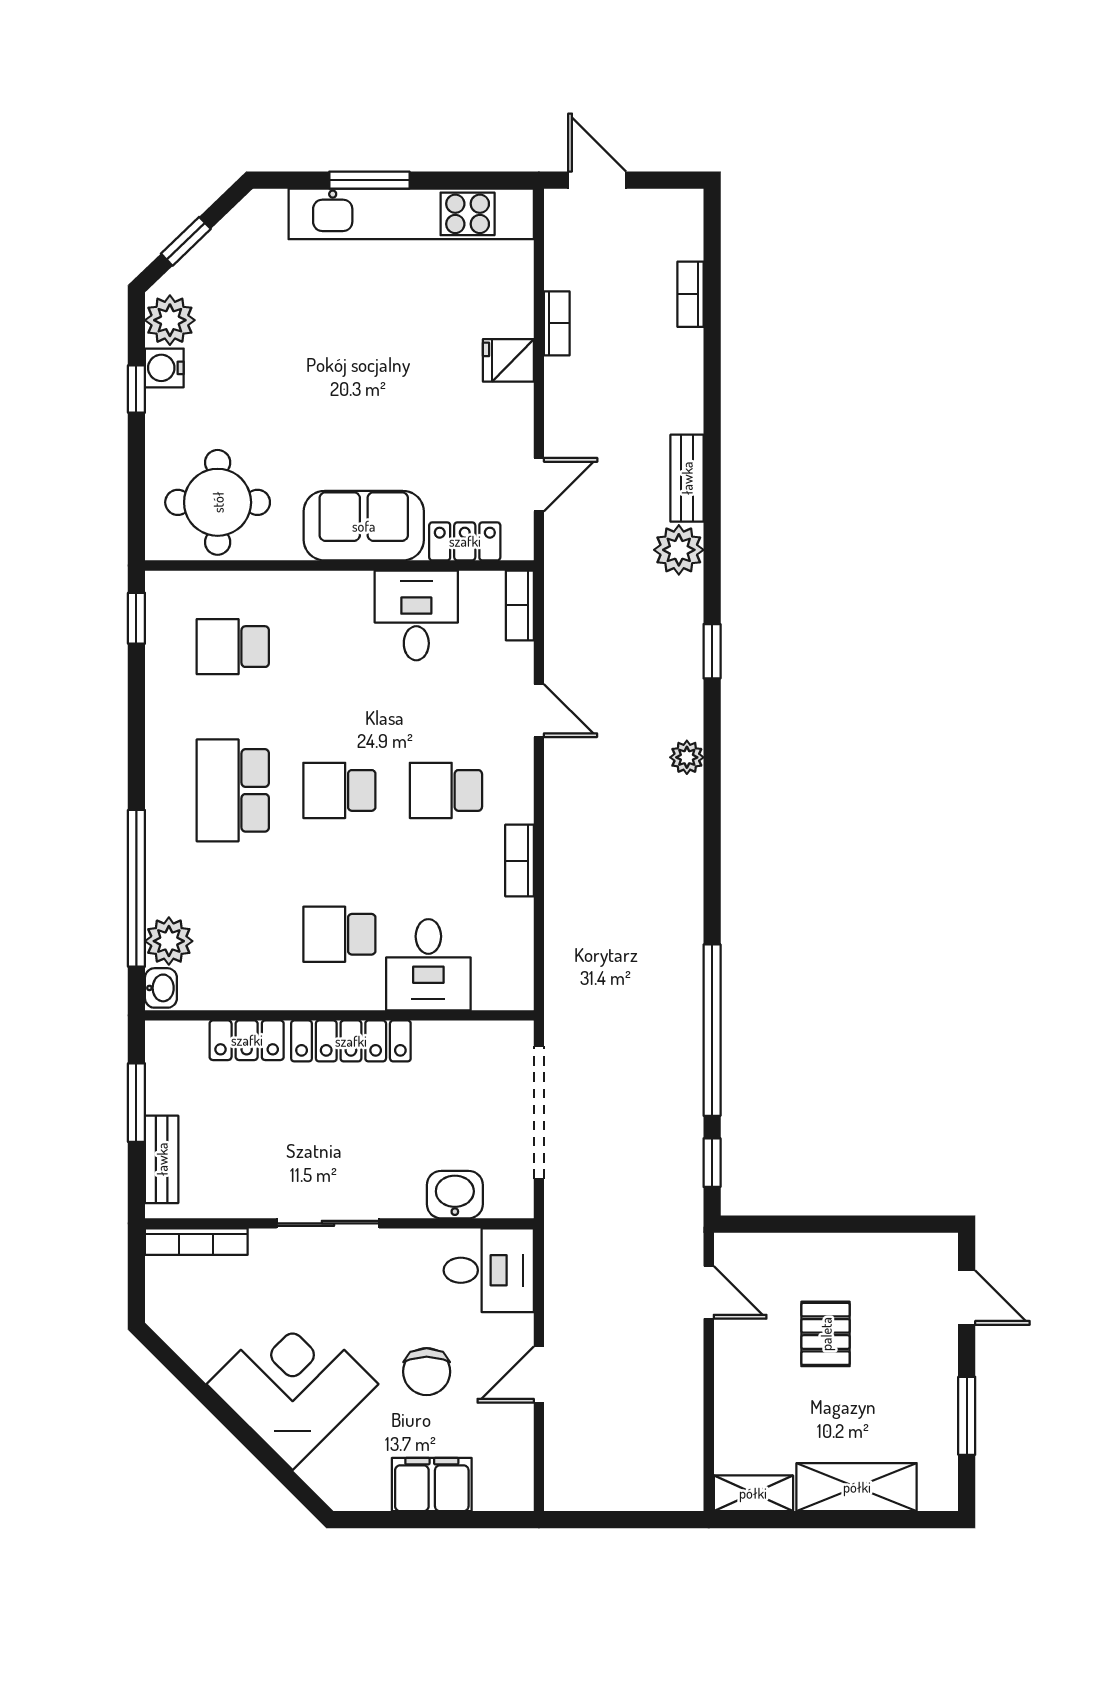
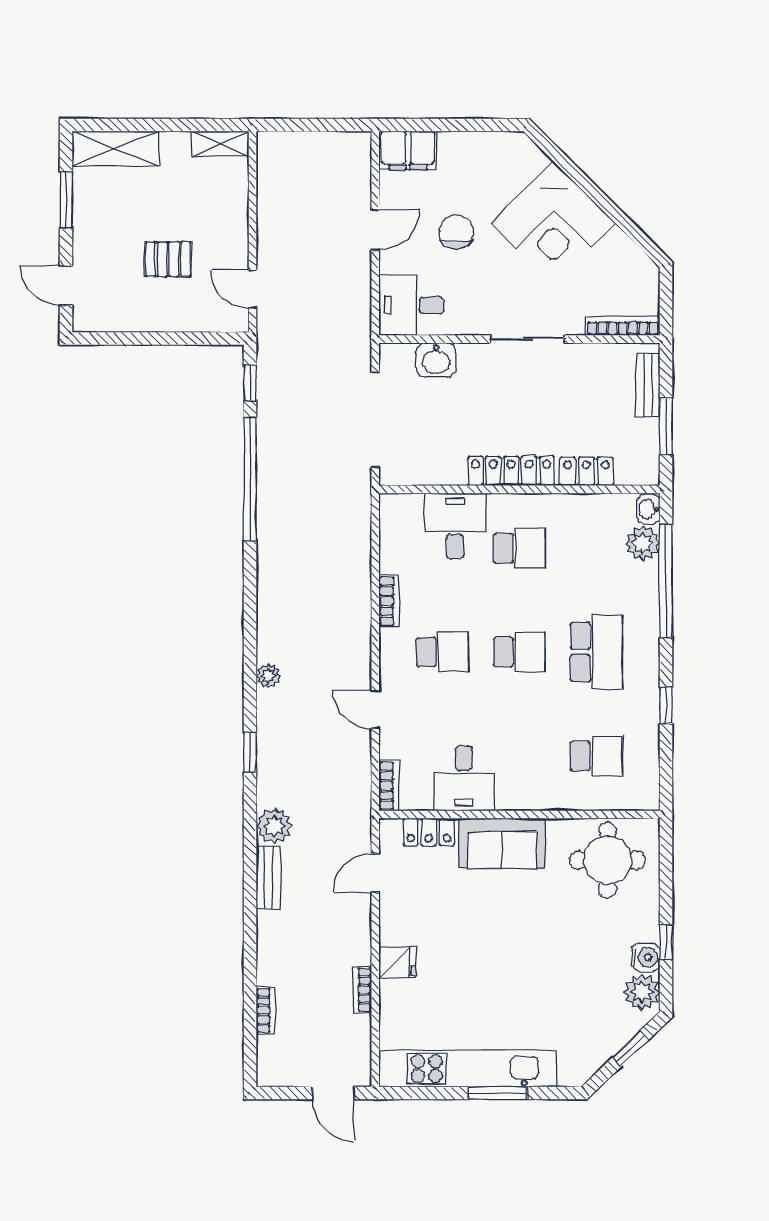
window: (136, 618) -> (666, 706), moved
pallet: (826, 1334) -> (168, 259), turned 90
filing cabinet: (432, 1485) -> (408, 150), moved
shelving: (857, 1487) -> (116, 148), moved

